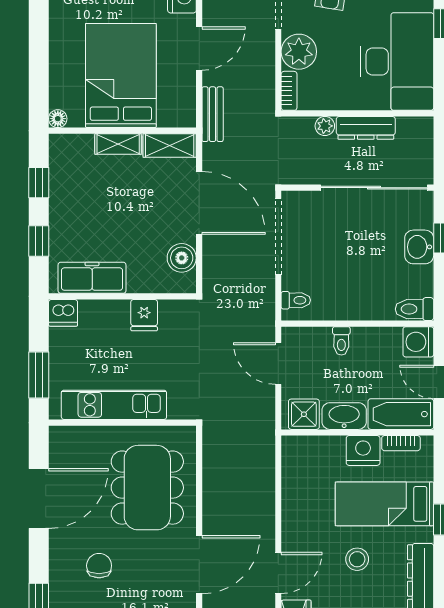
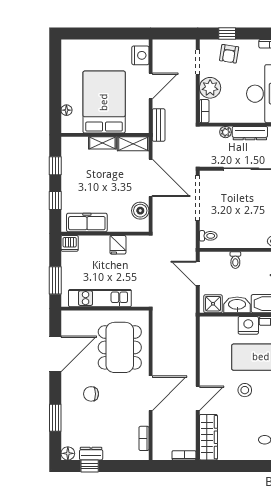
floor lamp: (58, 119) -> (66, 110), moved
chair: (99, 566) -> (91, 394), turned -90

